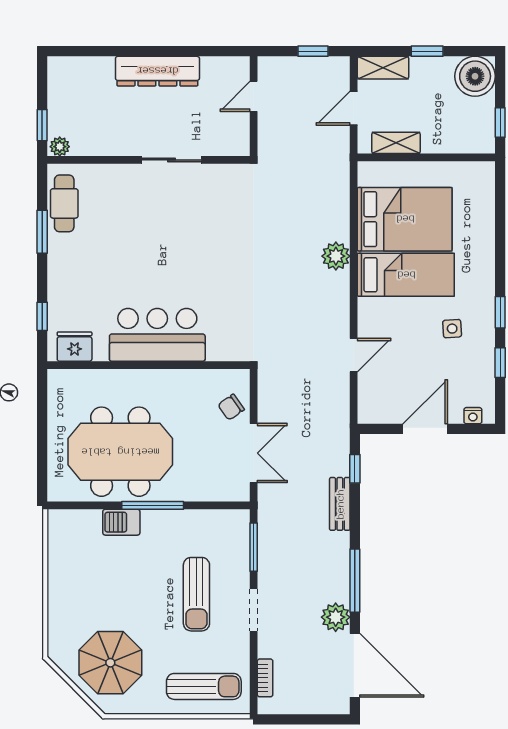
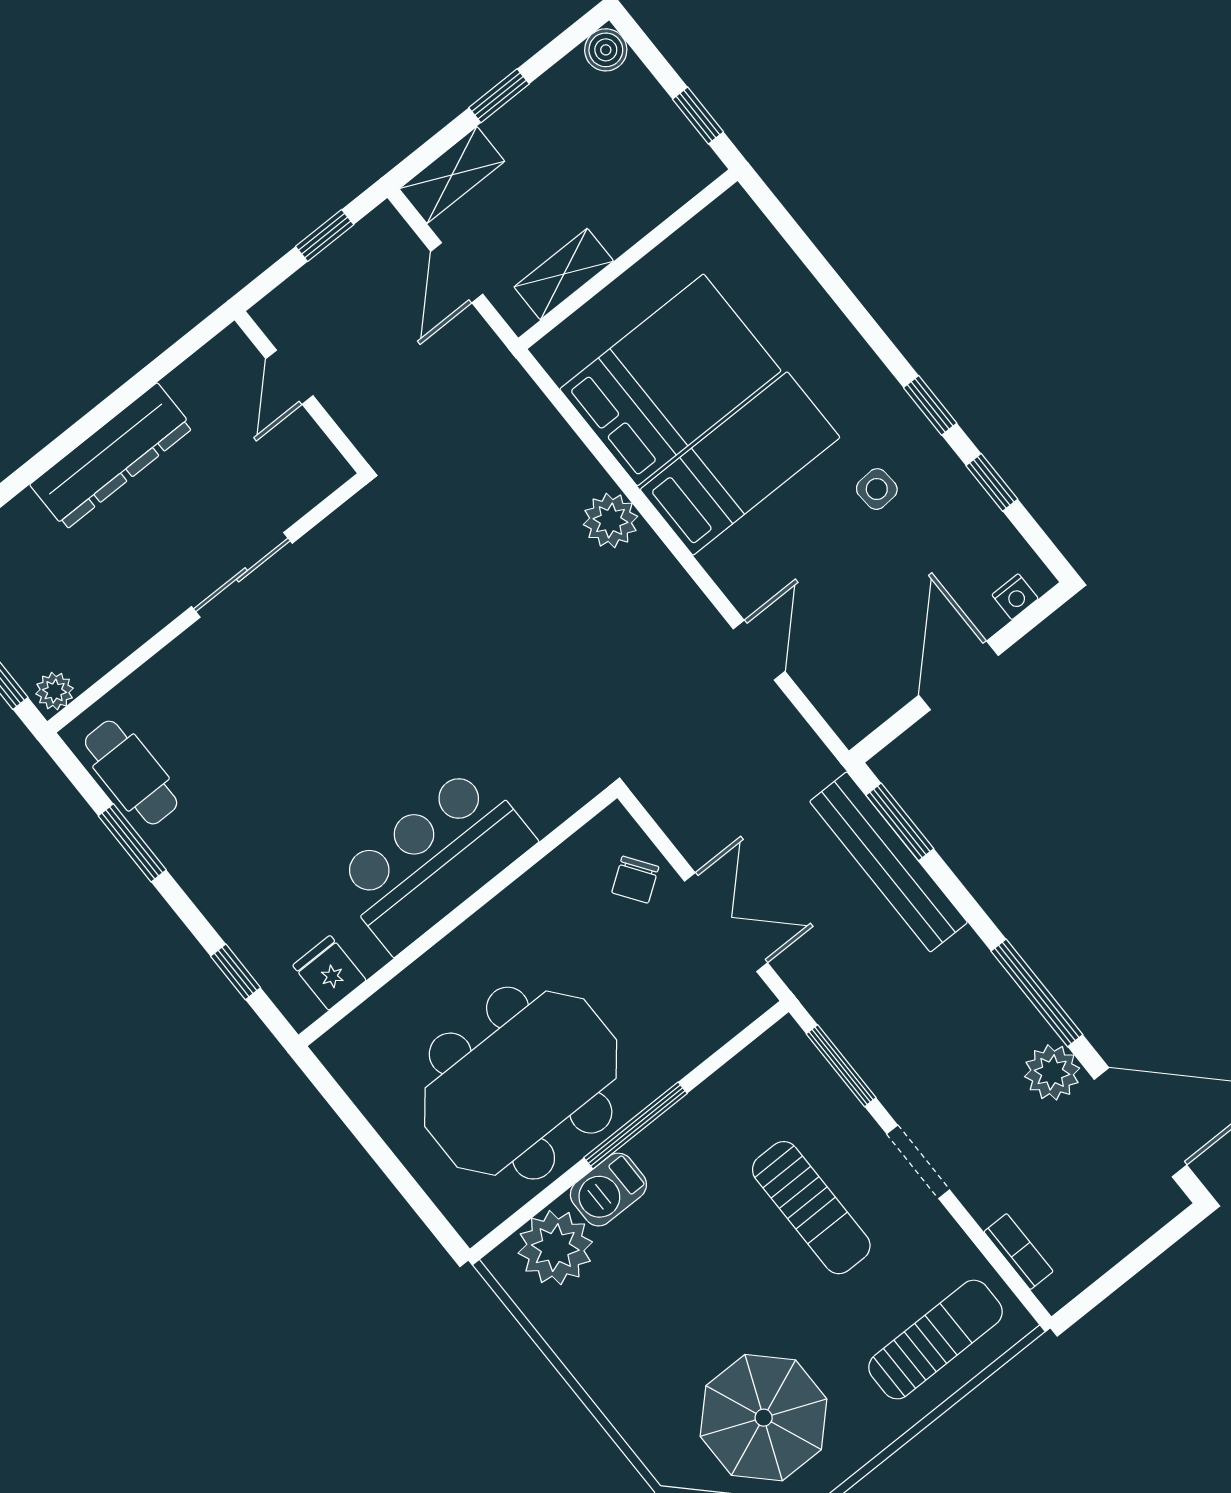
boiler: (475, 76) -> (606, 50), width x0.54, depth x0.54
fridge: (75, 347) -> (329, 973), width x0.72
window: (355, 469) -> (900, 822), width x1.50
bench: (340, 504) -> (889, 862), width x1.86, depth x1.21
plant: (82, 528) -> (555, 1248), added

